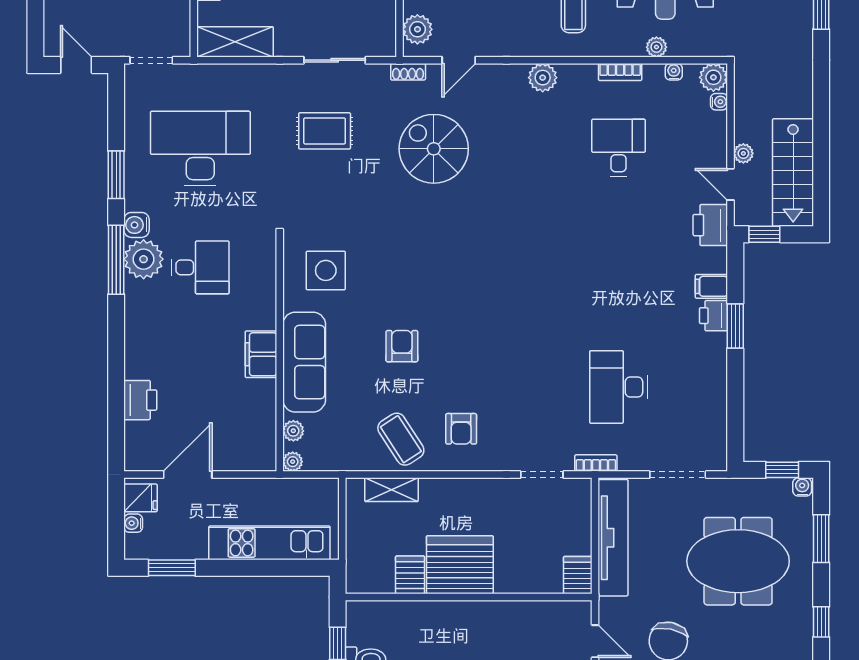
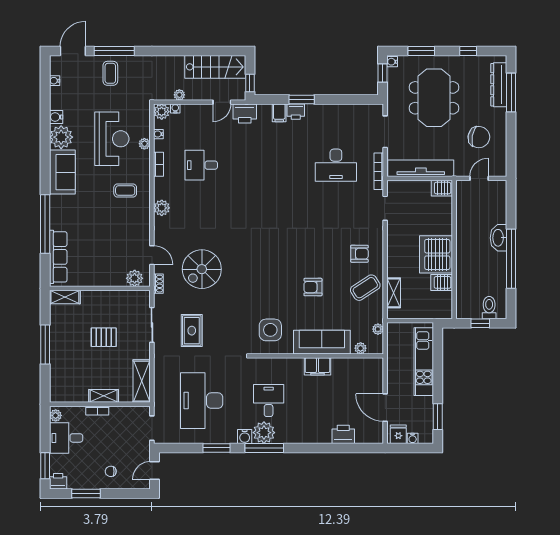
plant: (743, 153) -> (179, 95), moved
plant: (293, 462) -> (378, 329), moved
bookcase: (596, 463) -> (379, 171), width x1.56

